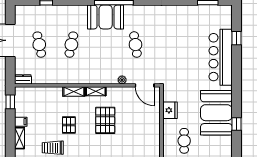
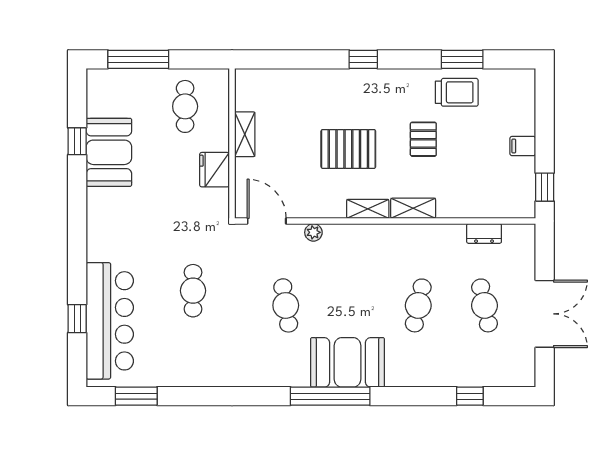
cafe table: (180, 52) -> (193, 291), added
bar counter: (221, 57) -> (110, 321), moved
dresser: (23, 79) -> (484, 234), moved
booth: (216, 113) -> (109, 152), width x0.73, depth x0.70
pallet: (105, 120) -> (348, 149), turned 90
shelving: (19, 138) -> (245, 134), moved

